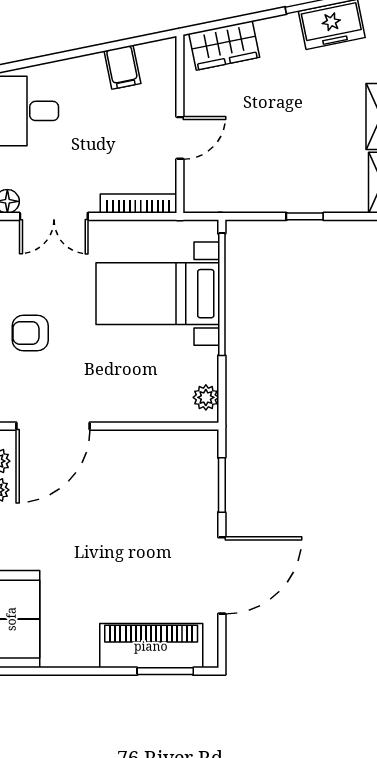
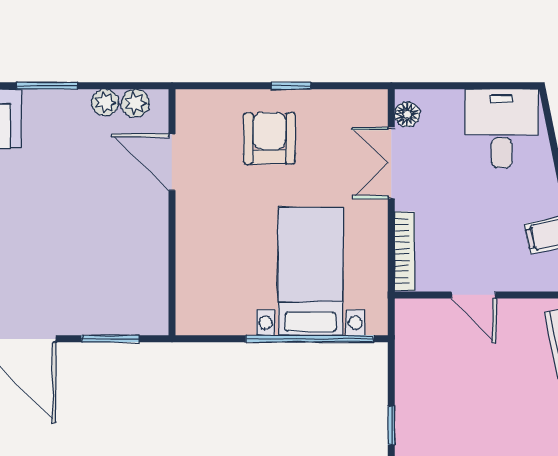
armchair: (30, 333) -> (269, 138), width x1.38, depth x1.38
plant: (206, 397) -> (202, 322), removed
door: (53, 426) -> (172, 162), width x0.73

